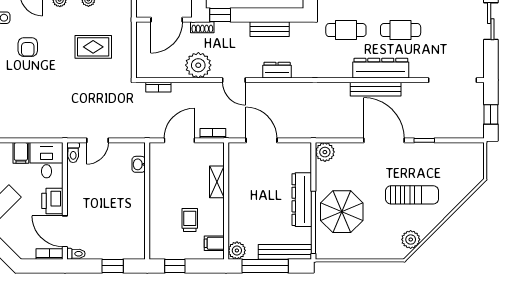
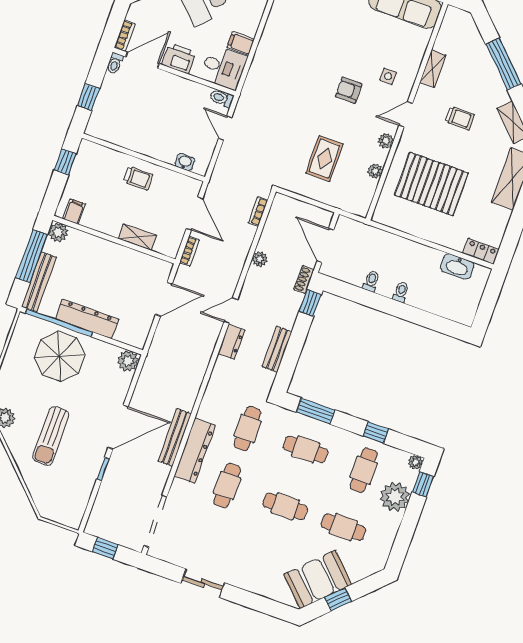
plant: (198, 65) -> (260, 259), width x0.53, depth x0.53
door: (234, 80) -> (231, 311), moved
trolley: (190, 220) -> (138, 178), moved

